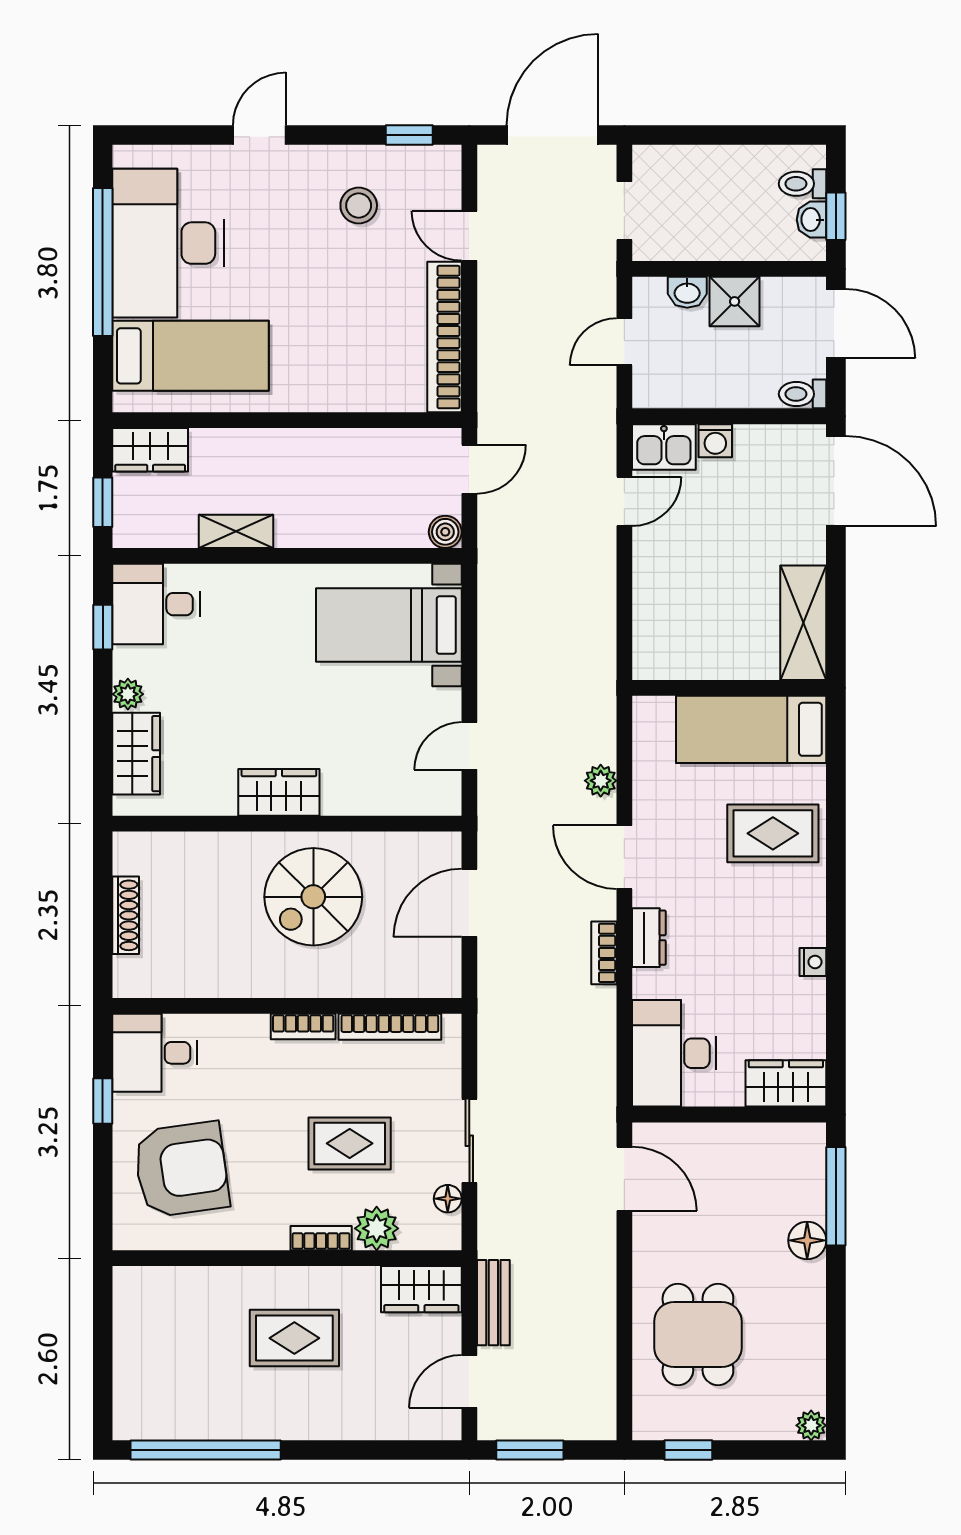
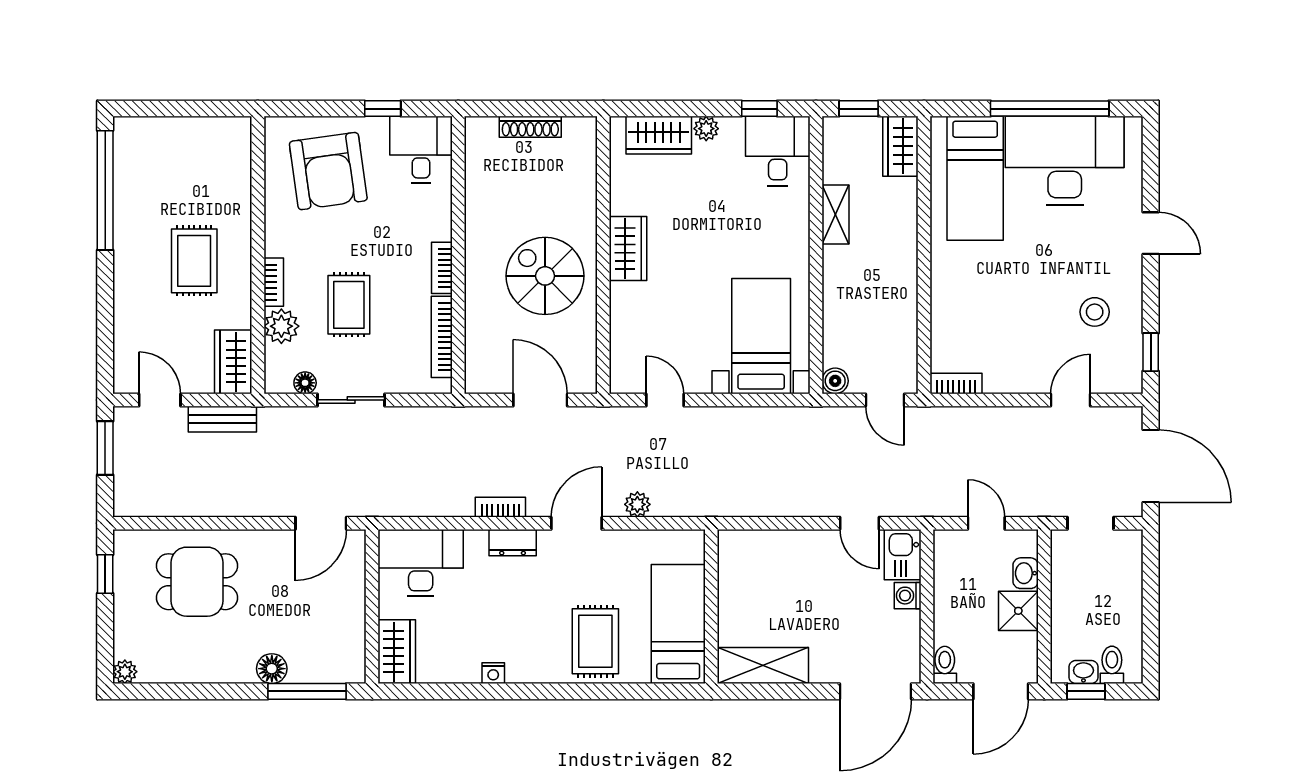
bookcase: (444, 337) -> (956, 383), width x0.43, depth x0.76

